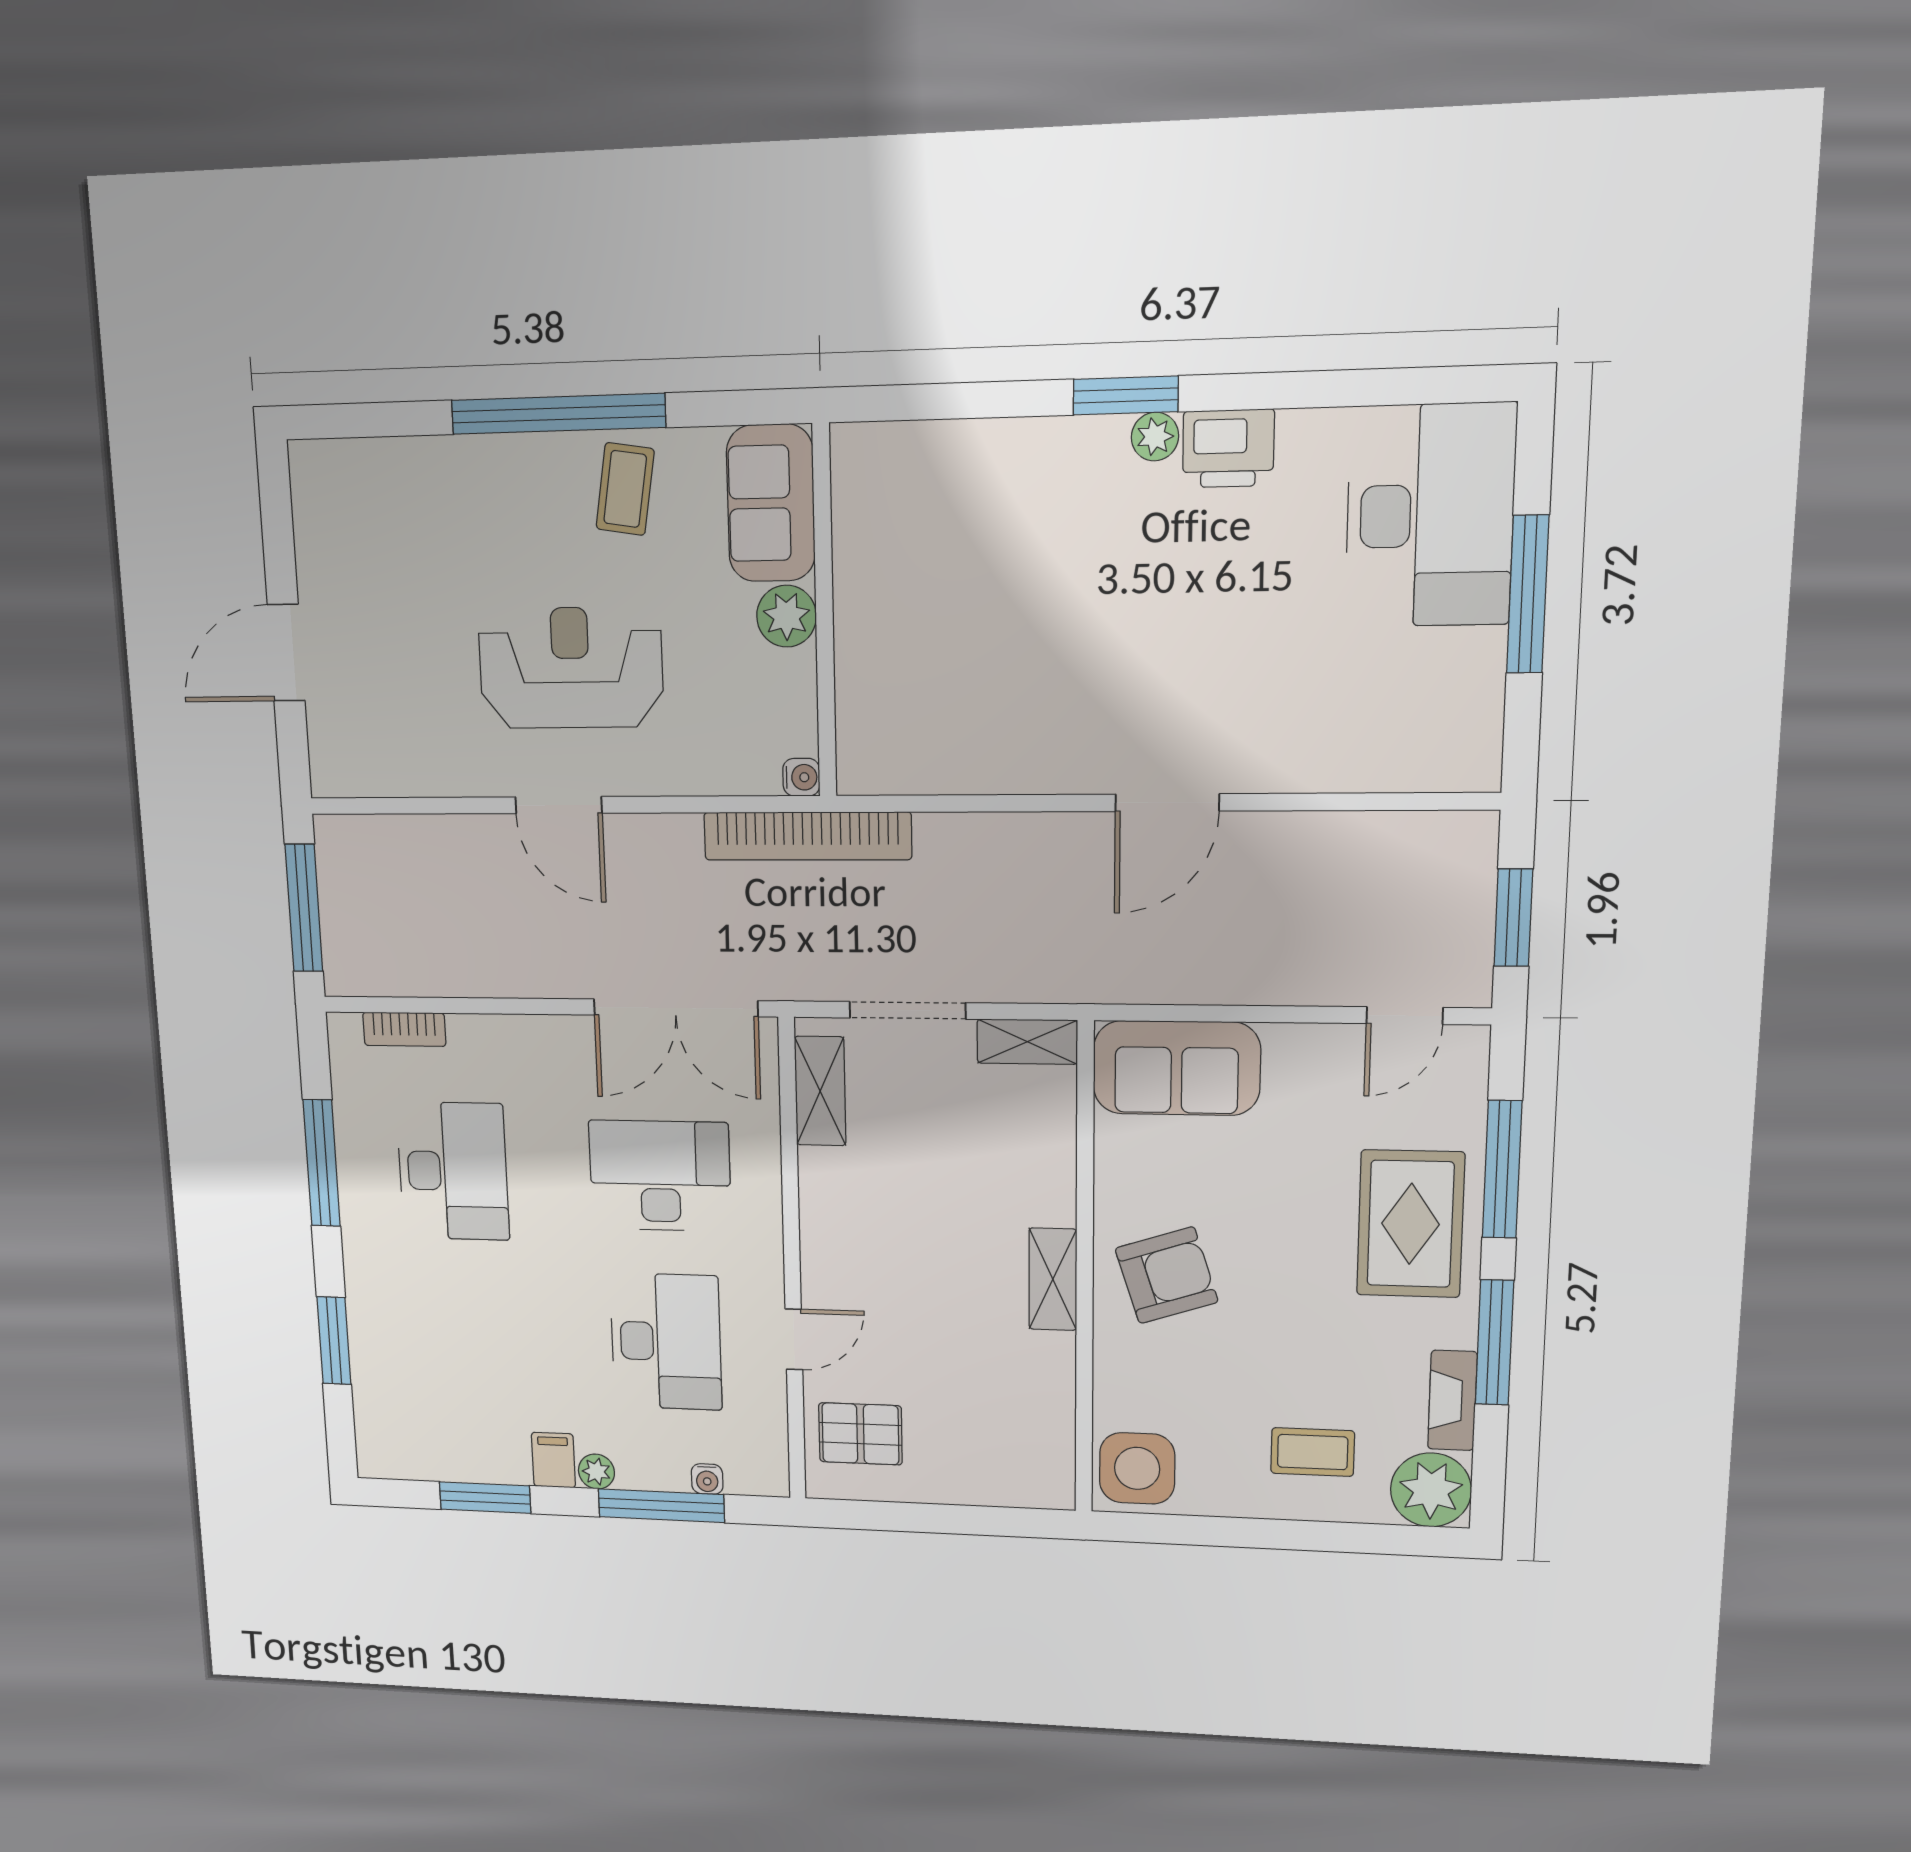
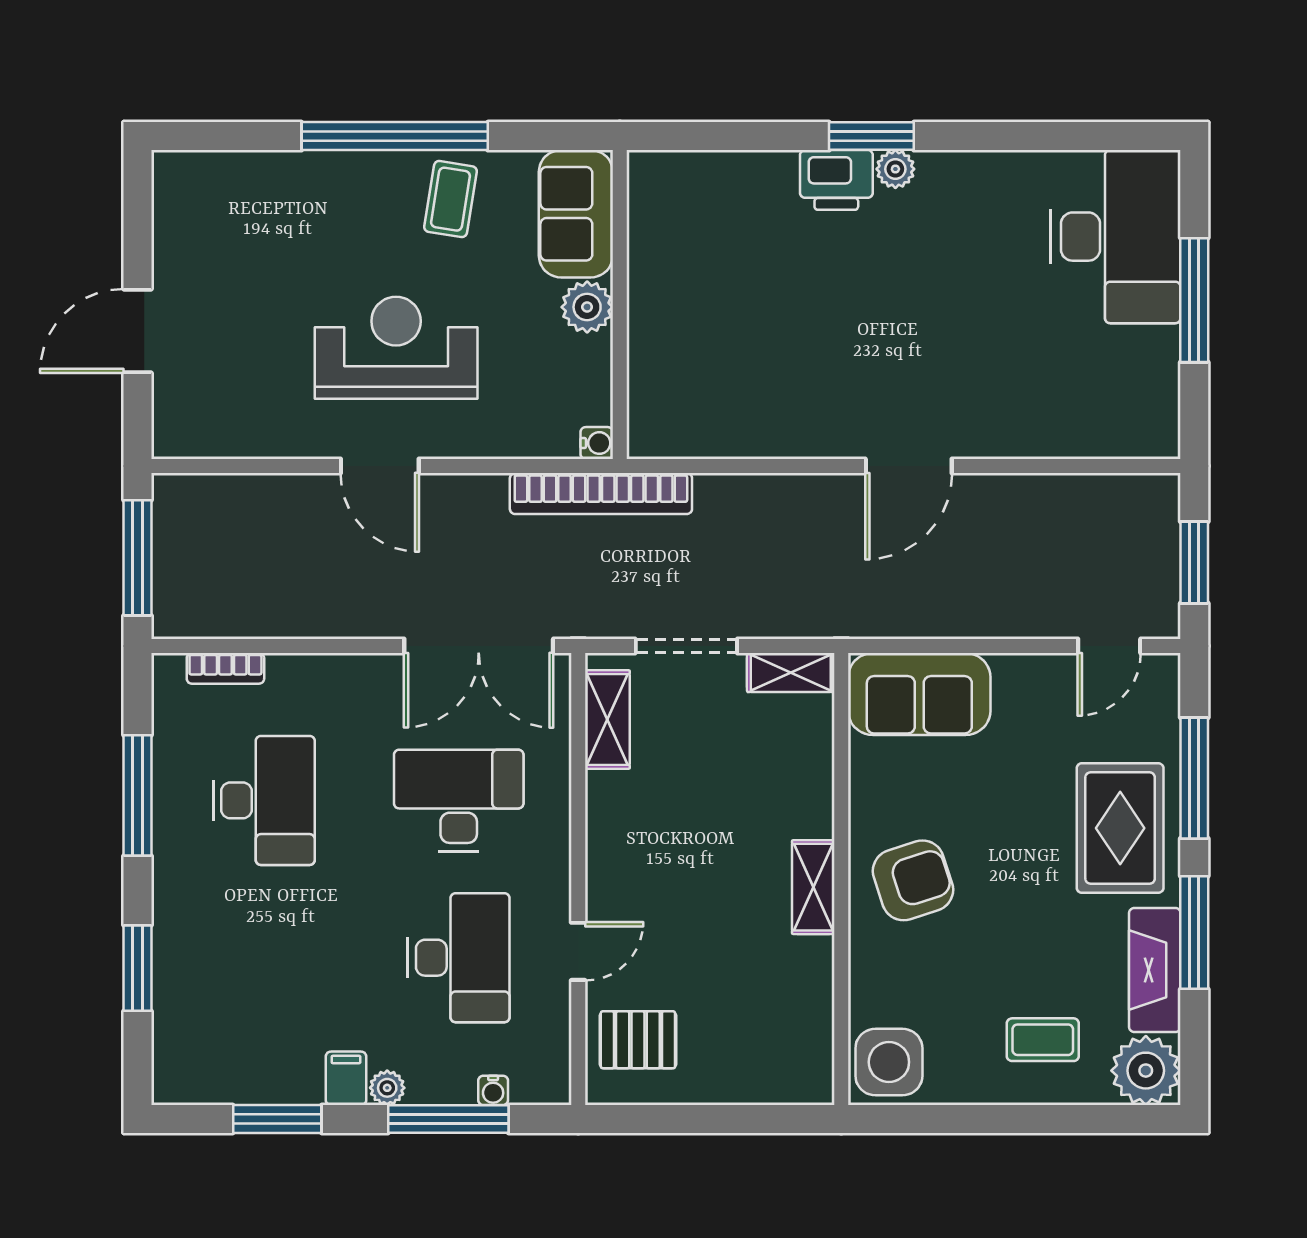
printer: (1228, 448) -> (836, 180), moved
fireplace: (1452, 1400) -> (1155, 970), width x1.37, depth x1.32

